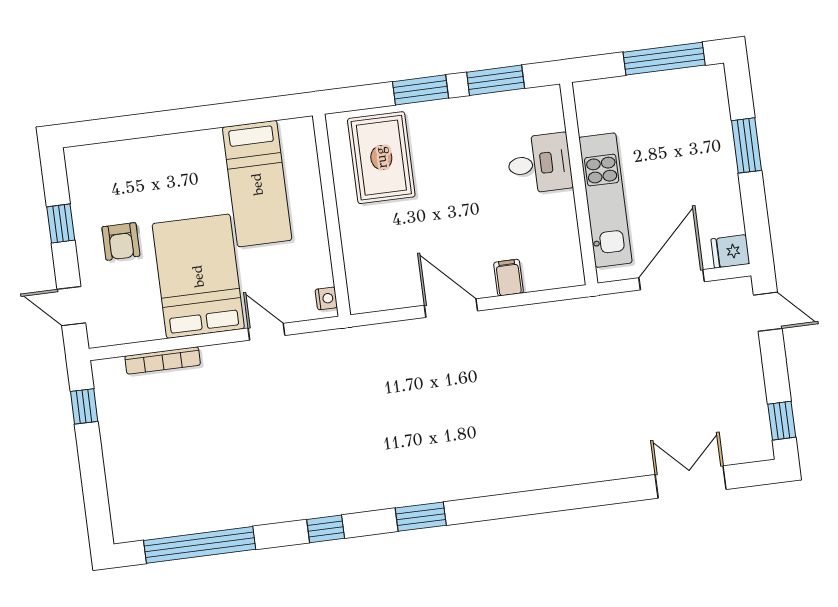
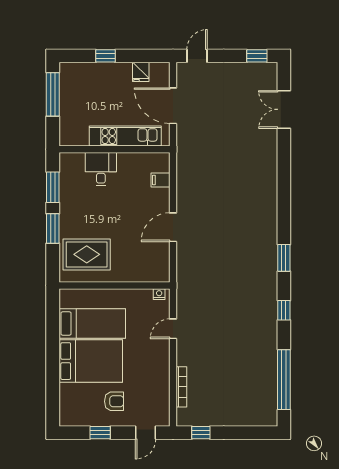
window: (746, 145) -> (105, 56), width x0.67
fridge: (730, 251) -> (141, 72), moved
bed: (198, 276) -> (91, 361), moved, turned 180
filing cabinet: (509, 278) -> (160, 180), moved

